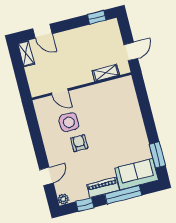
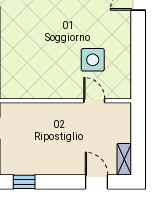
shelving: (106, 73) -> (31, 110), removed
armchair: (79, 143) -> (87, 30), removed

